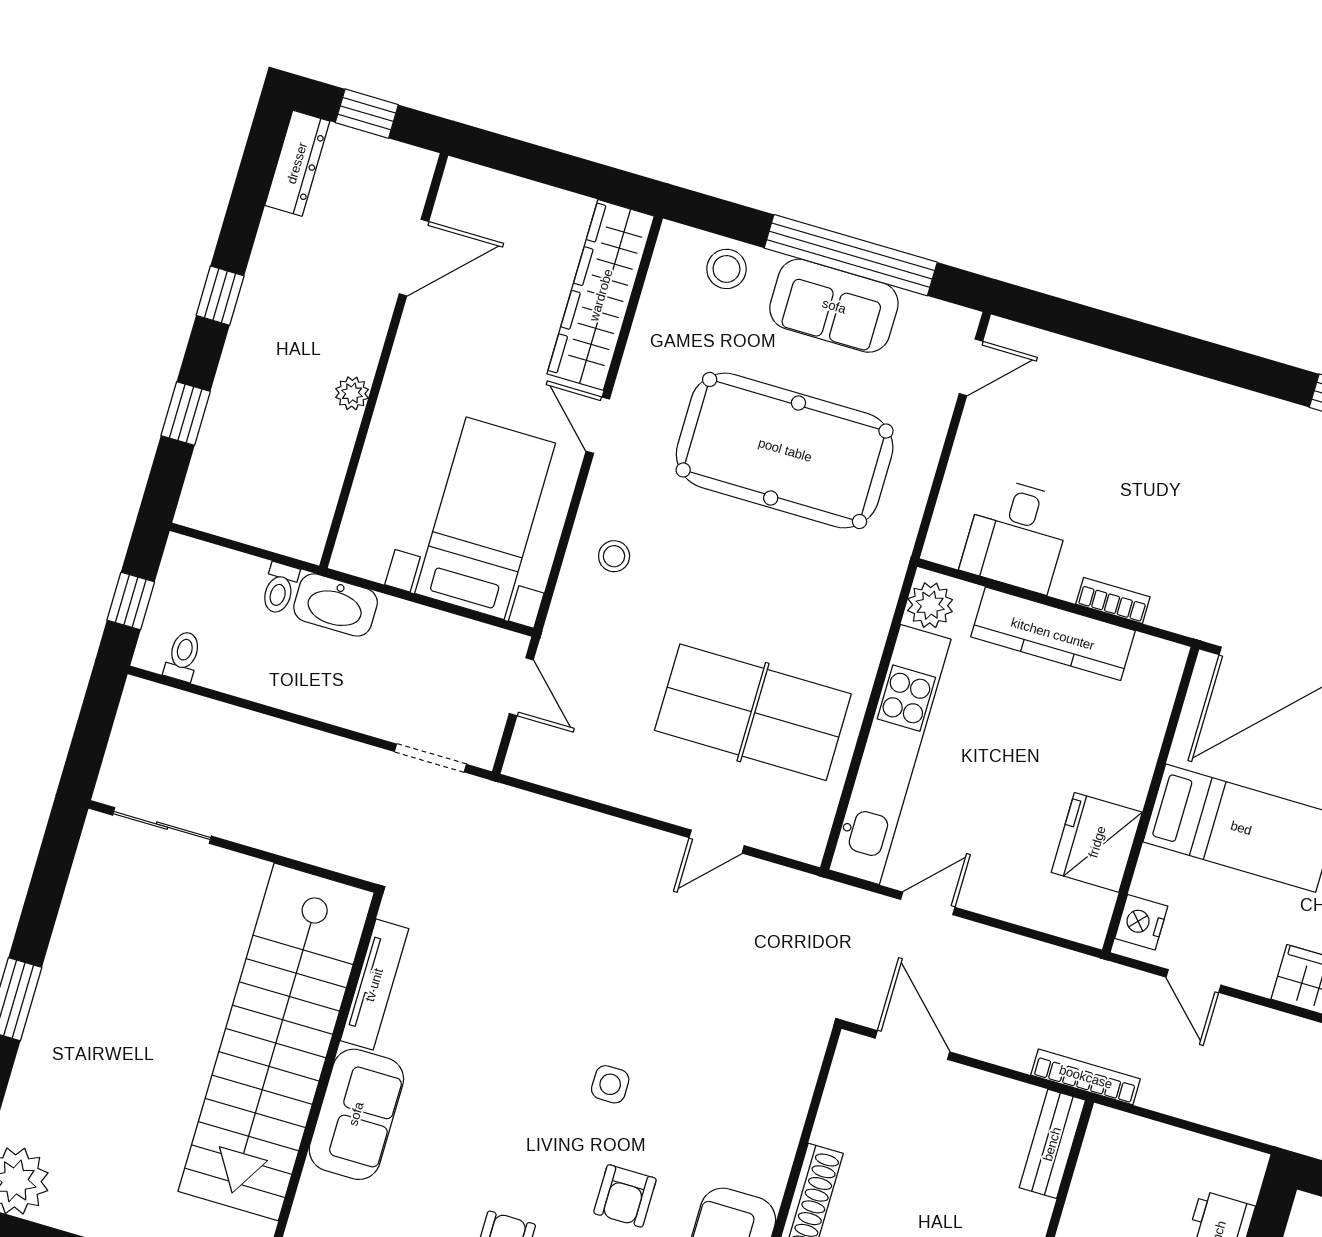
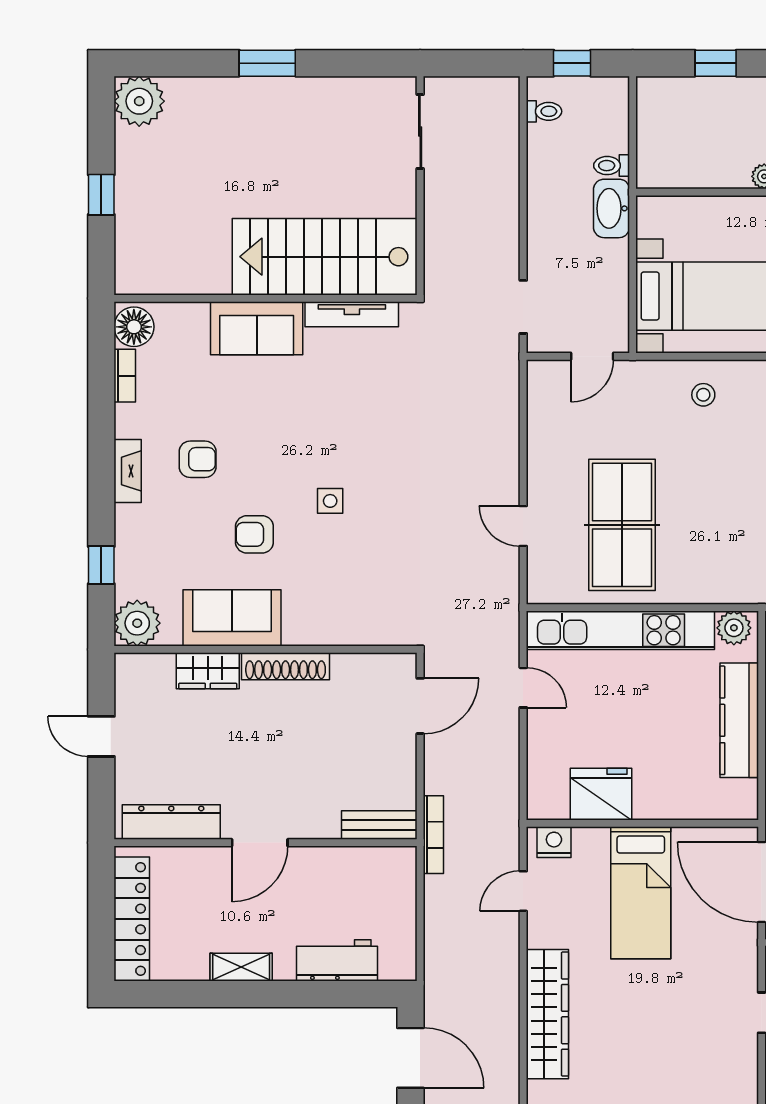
stairs: (276, 1042) -> (325, 257), width x0.73

